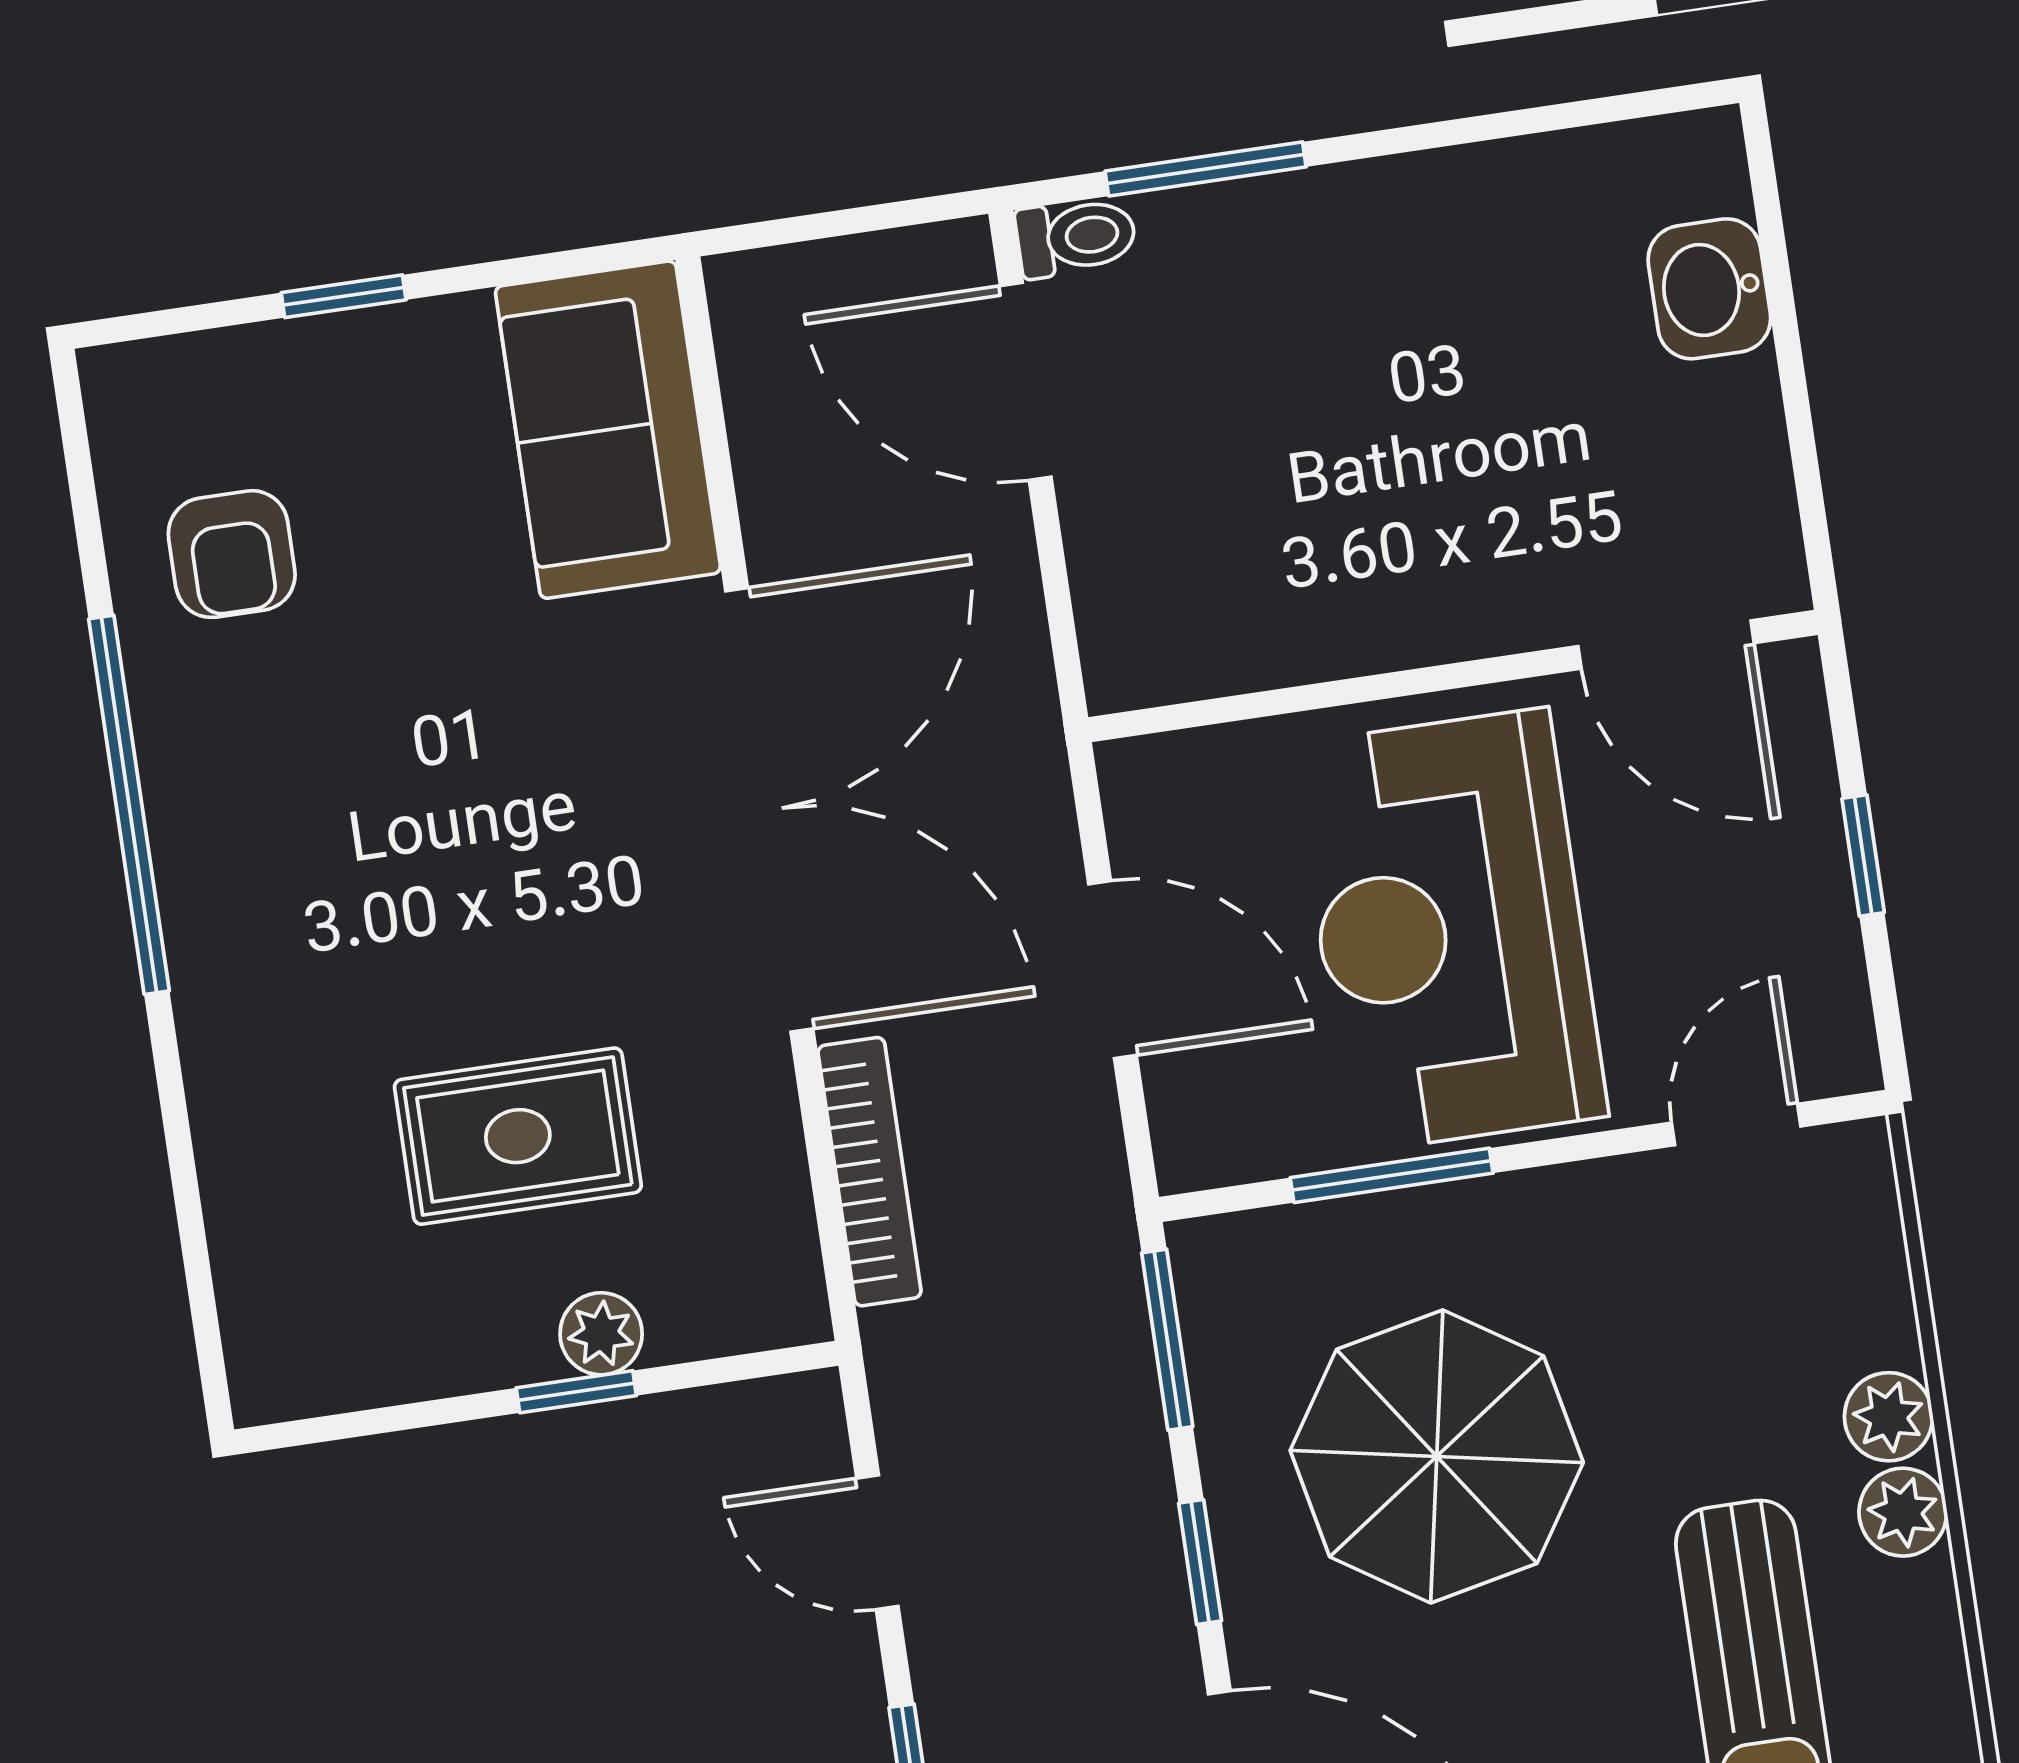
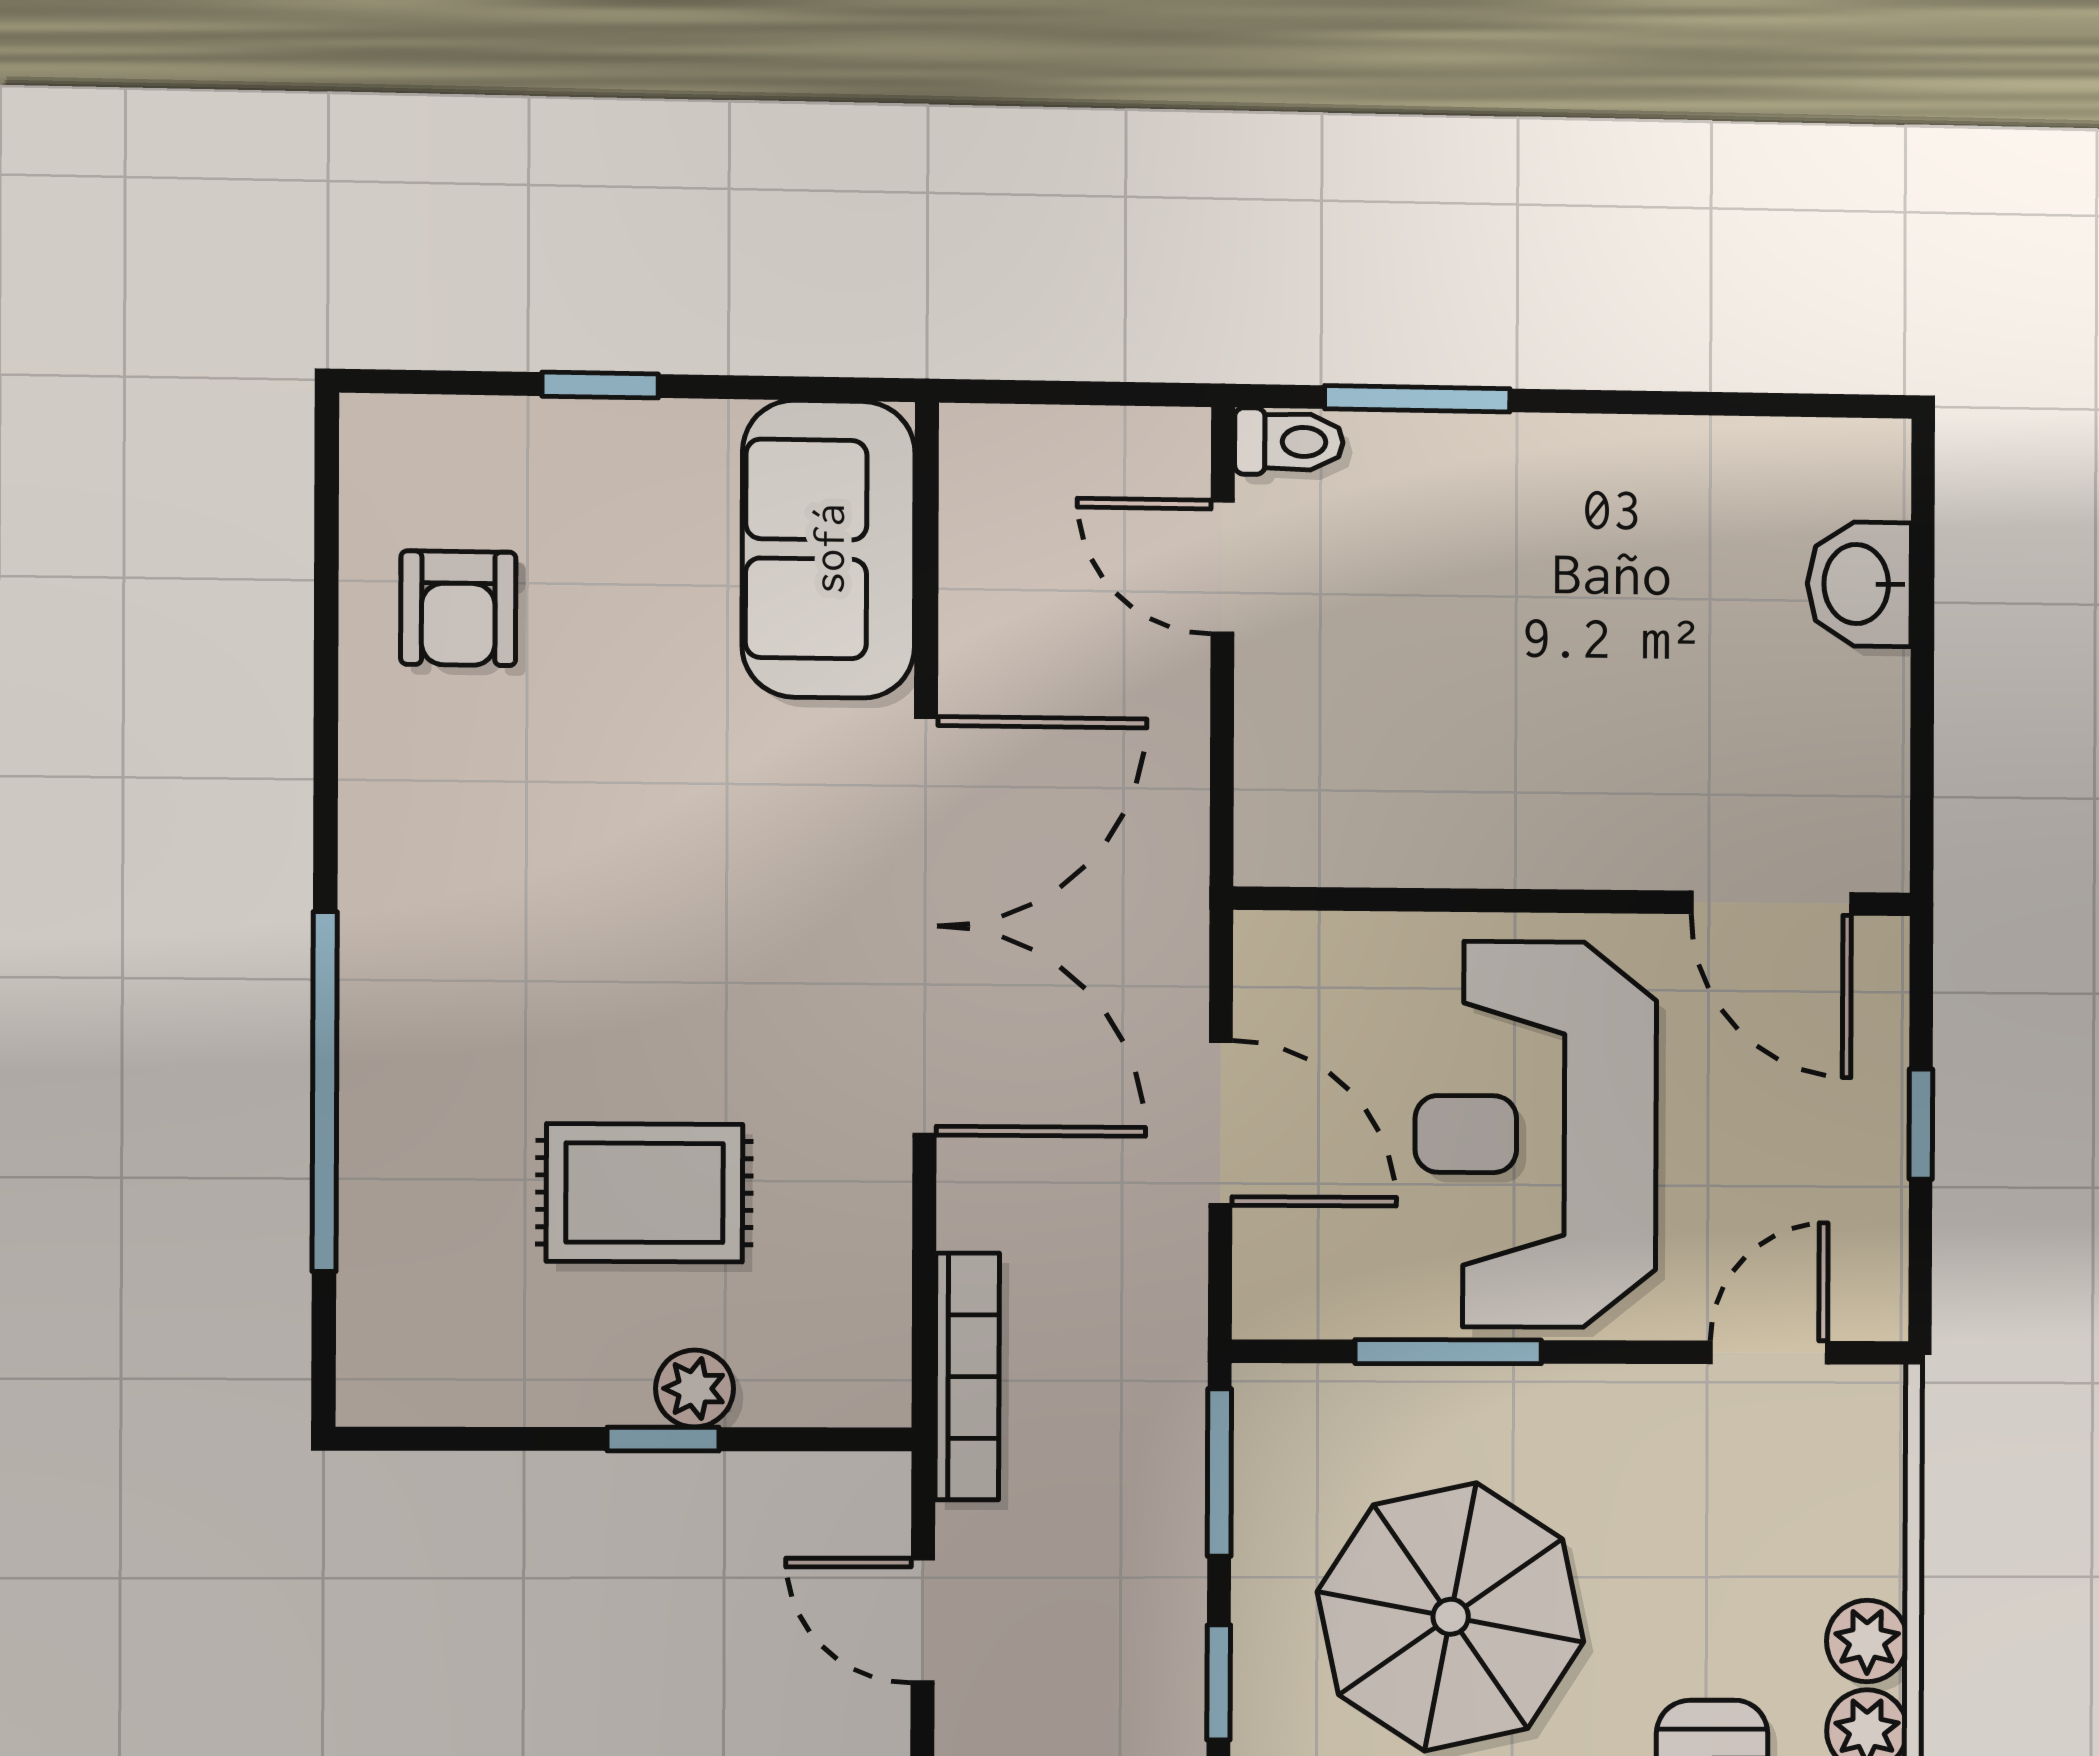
door: (1026, 381) -> (1223, 567), width x0.73
window: (129, 805) -> (325, 1092), moved
bookcase: (870, 1172) -> (967, 1376), moved

